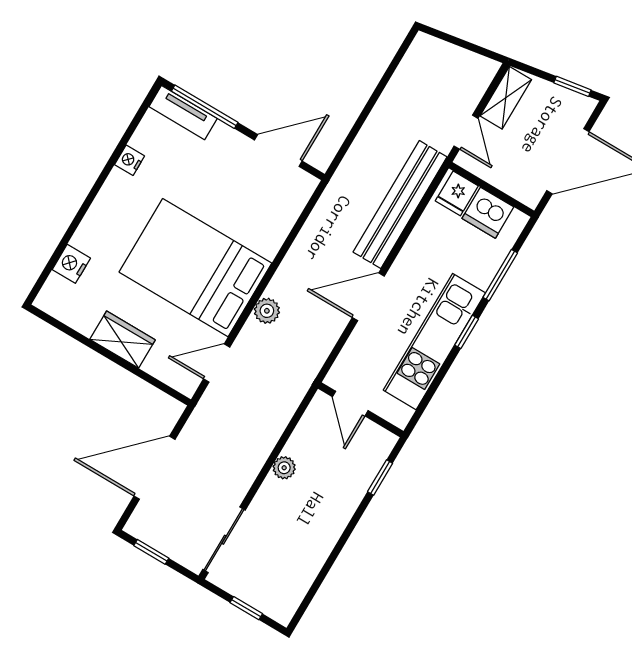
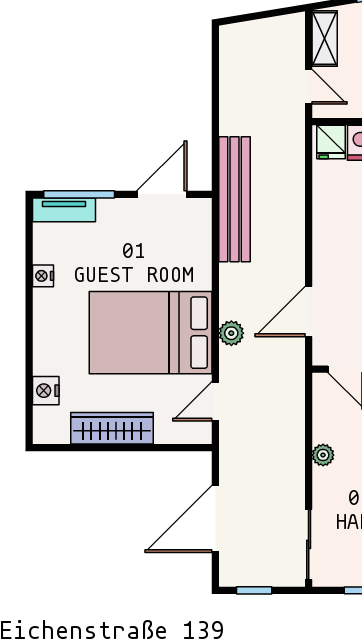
bench: (400, 205) -> (234, 199), moved
door: (368, 297) -> (309, 312), moved
wardrobe: (123, 340) -> (112, 428), width x1.50

